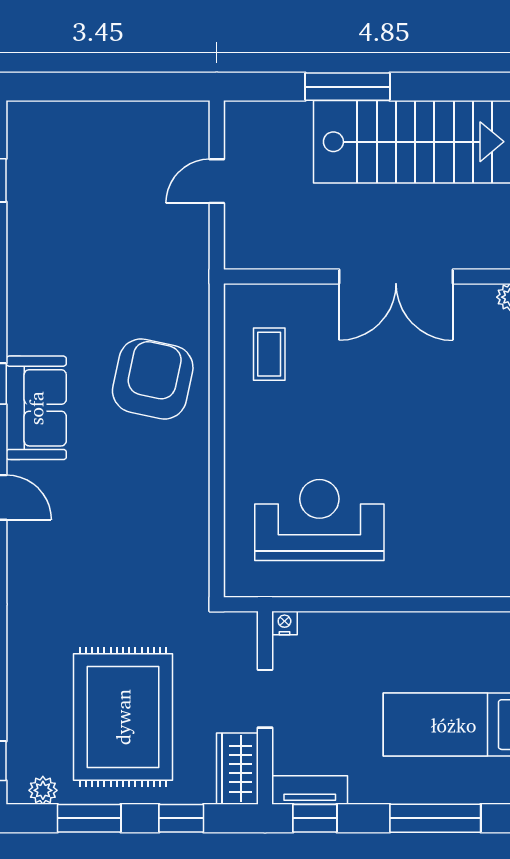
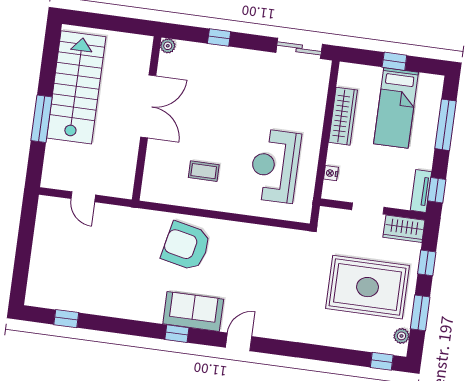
coffee table: (269, 354) -> (204, 171), moved
nightstand: (284, 623) -> (331, 173), moved
wardrobe: (426, 631) -> (343, 116), added

